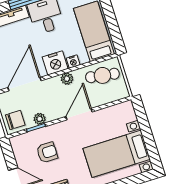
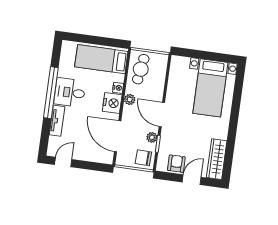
door: (79, 114) -> (162, 115), moved
chair: (15, 120) -> (143, 158), turned -88
armchair: (47, 152) -> (176, 164), moved

